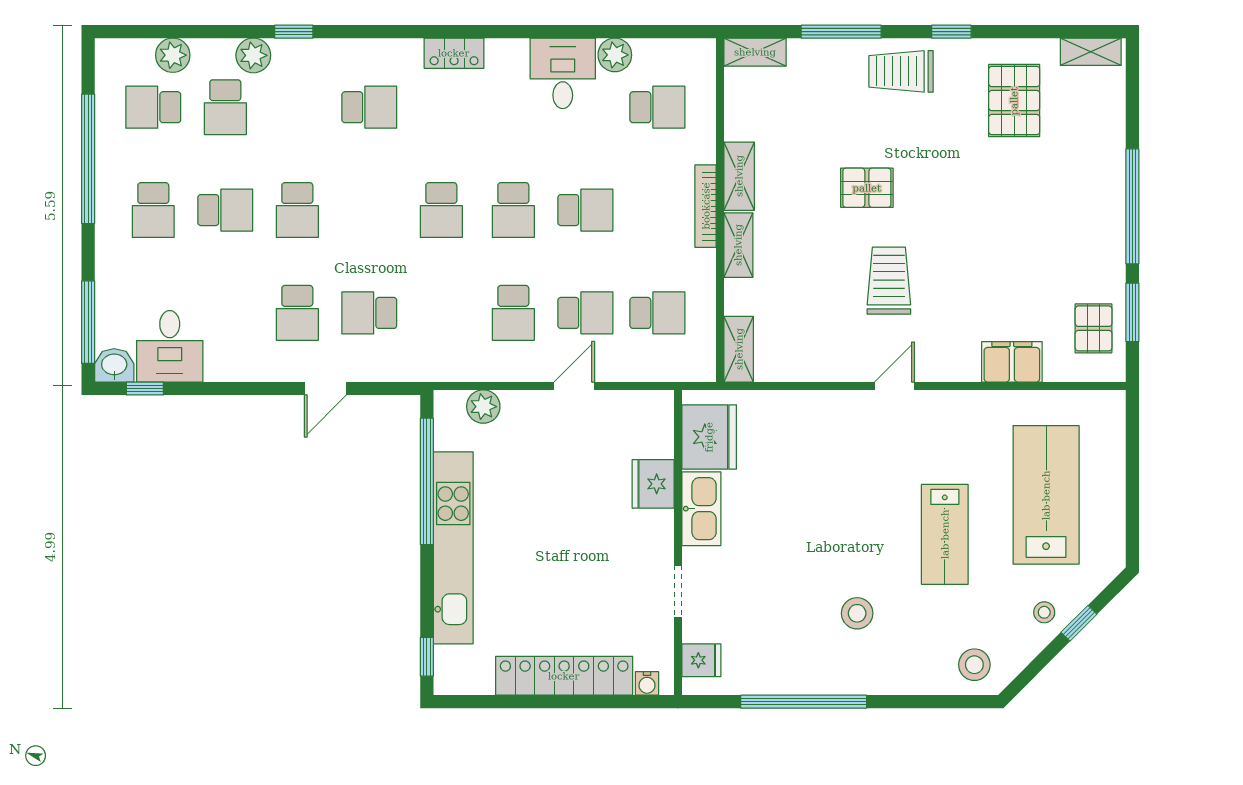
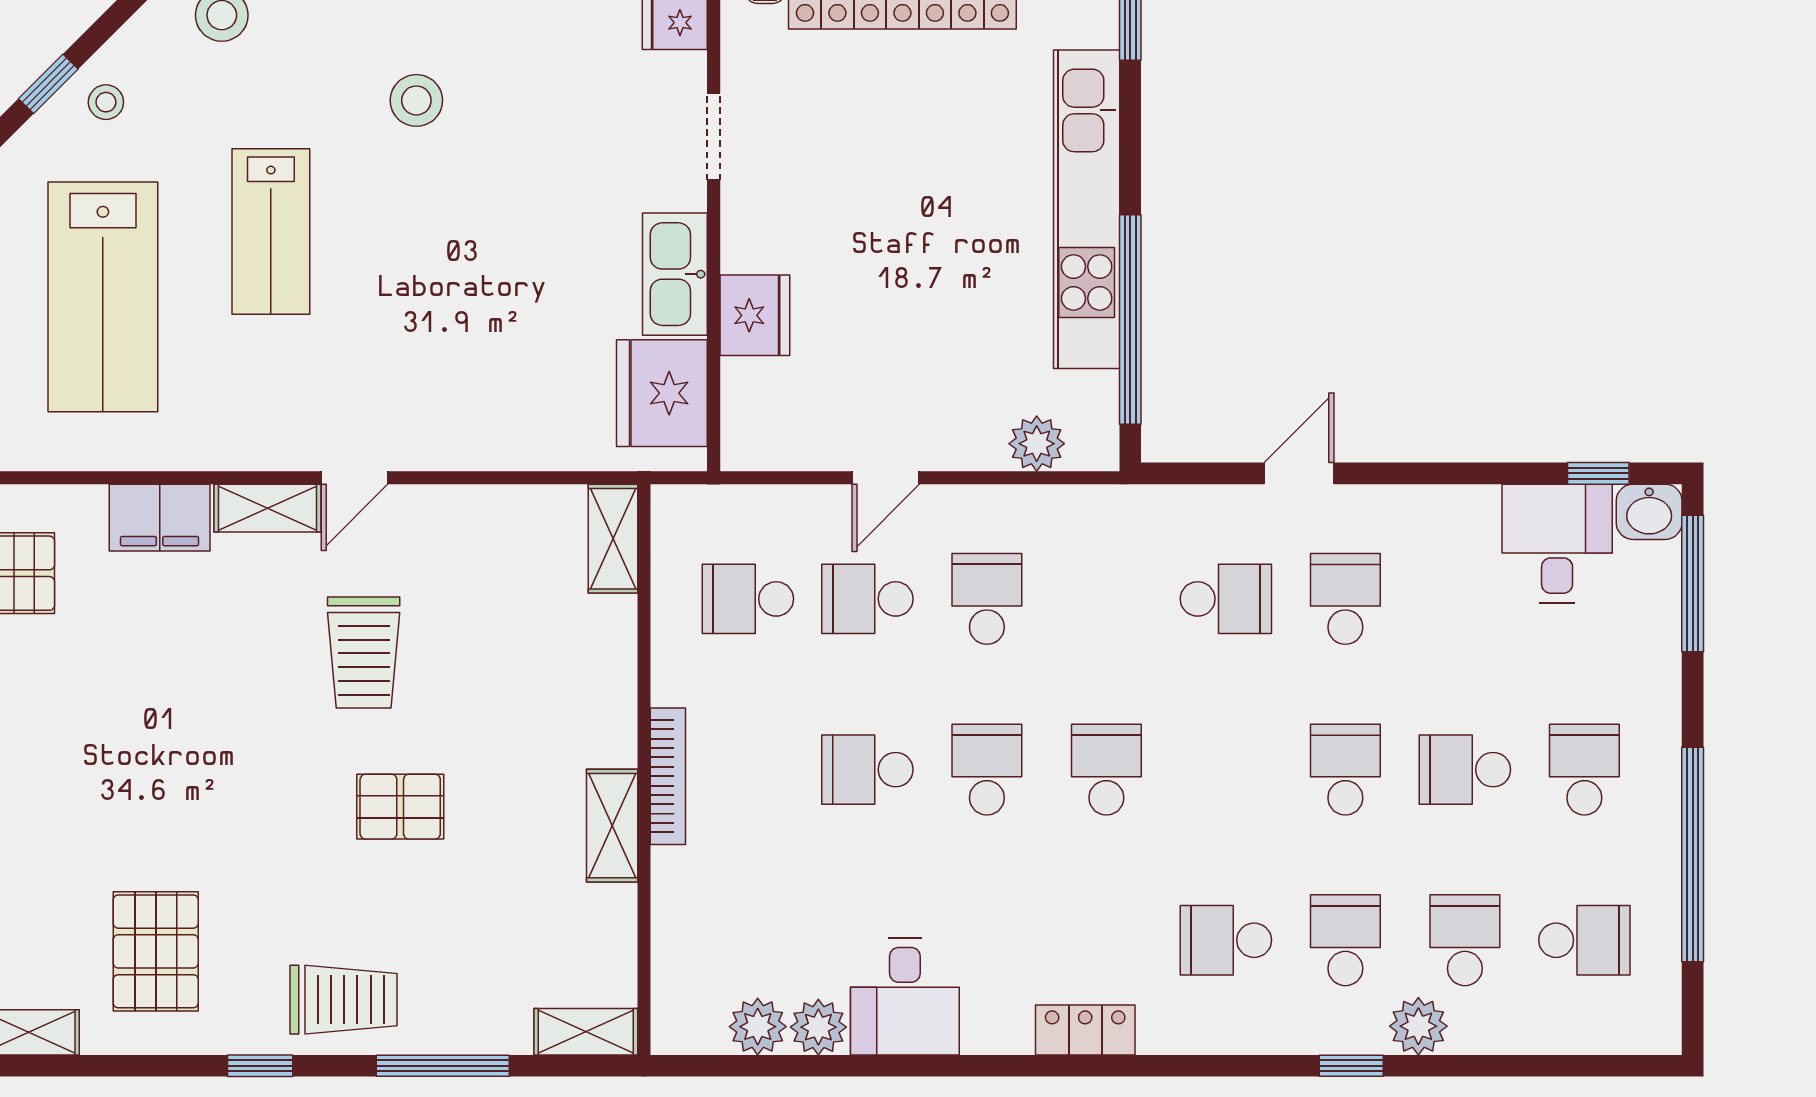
plant: (173, 55) -> (758, 1027), moved
school desk: (657, 107) -> (1345, 940), moved, turned 90
shelving: (738, 245) -> (267, 508), moved, turned 90
lab bench: (945, 534) -> (271, 231), turned 180

